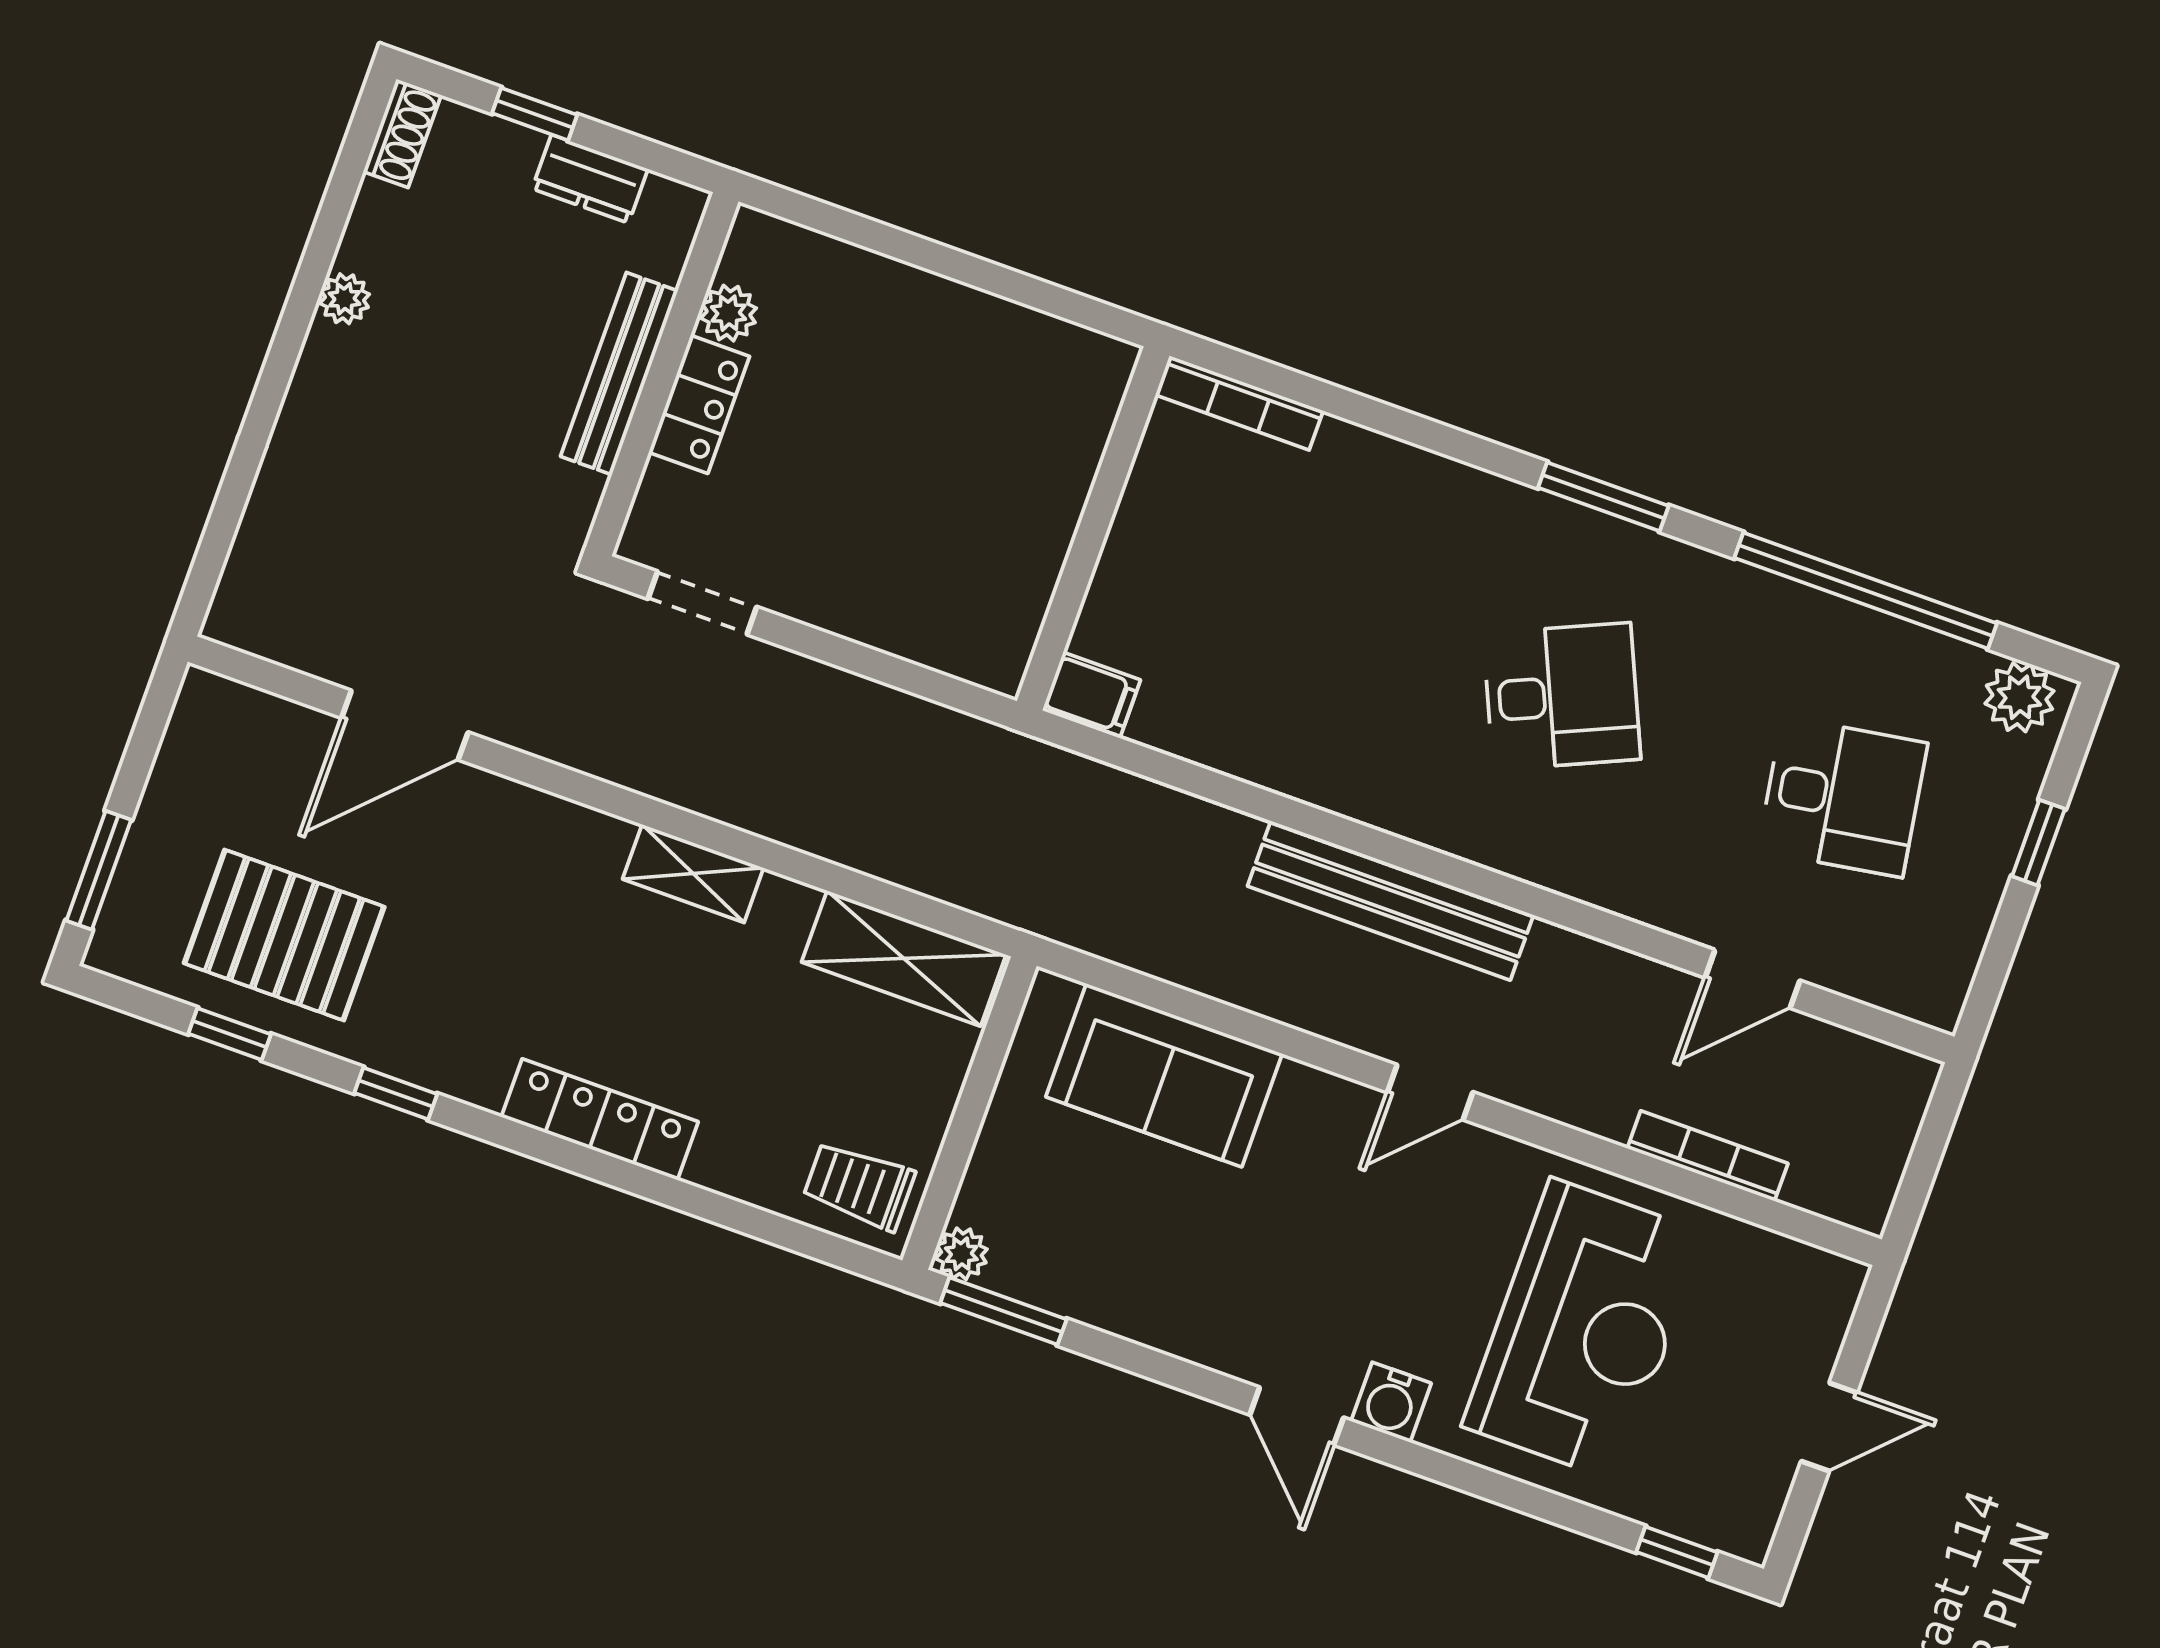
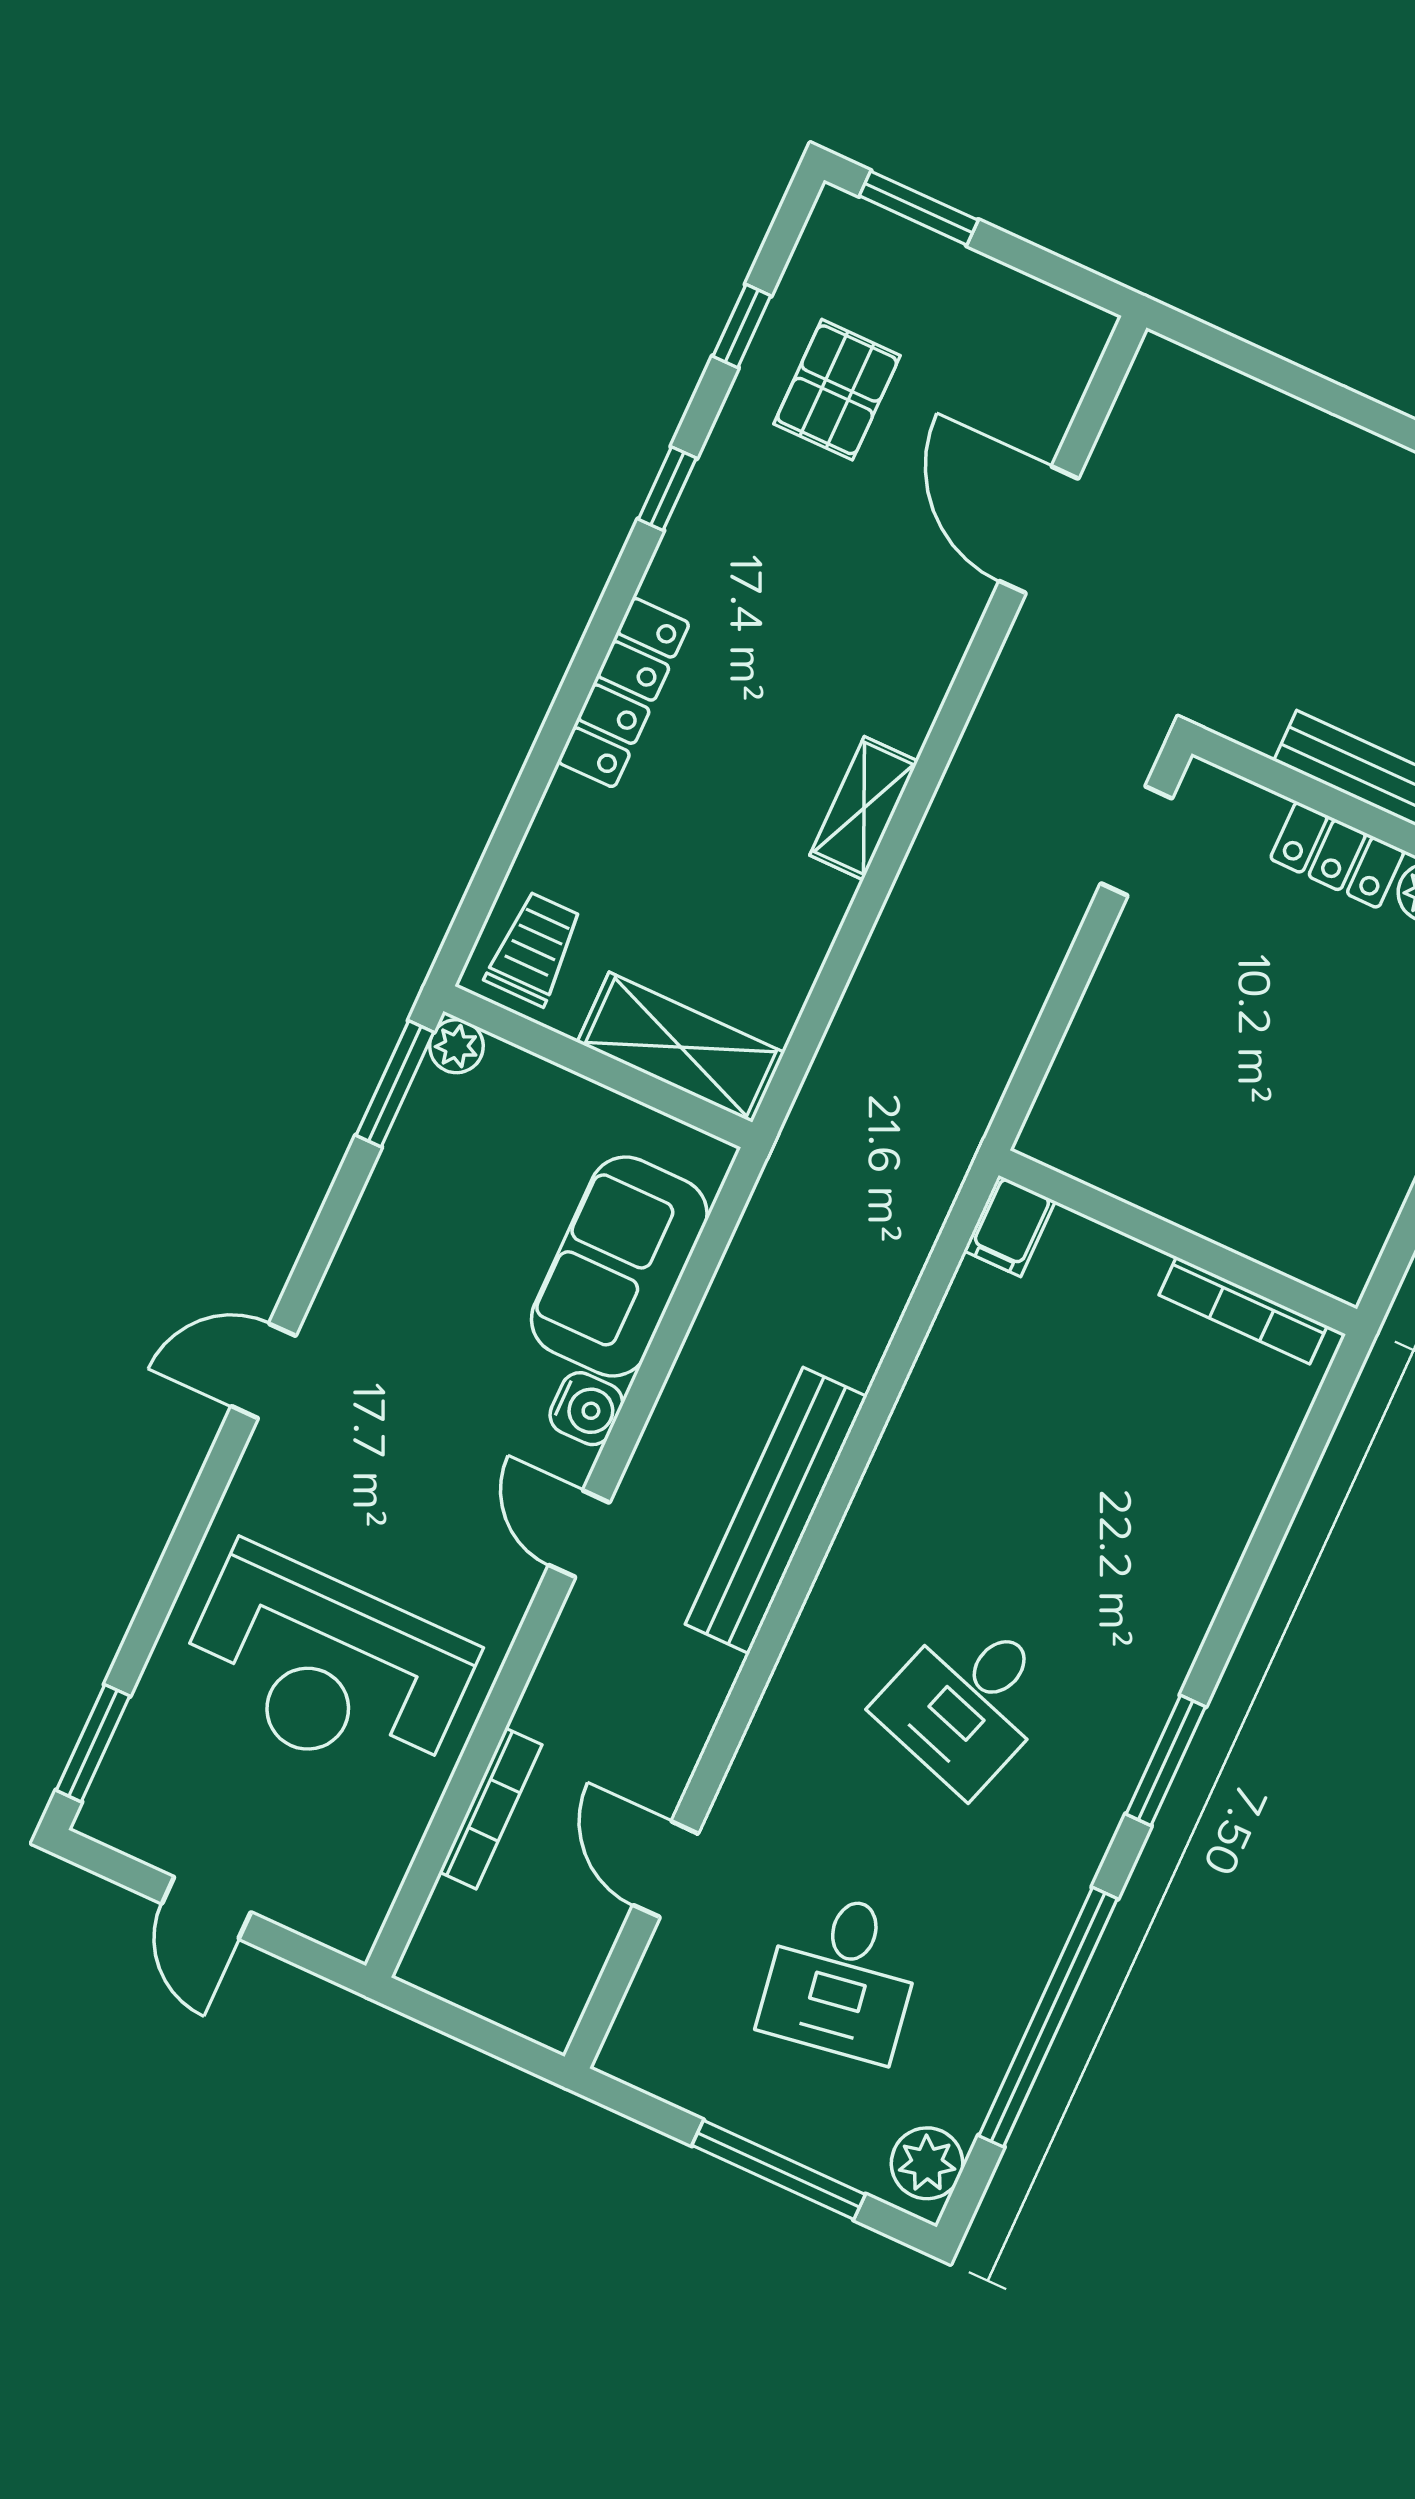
bookcase: (1239, 403) -> (1243, 1310), moved, turned -90
desk: (1562, 696) -> (968, 1701), turned 42
window: (2038, 843) -> (779, 2170), width x2.17
pallet: (284, 935) -> (837, 390), width x0.67, depth x0.71
shelving: (904, 958) -> (681, 1047), moved, turned 90
water cooler: (1391, 1402) -> (586, 1409), moved, turned 180
window: (1677, 1552) -> (93, 1743), width x1.50

